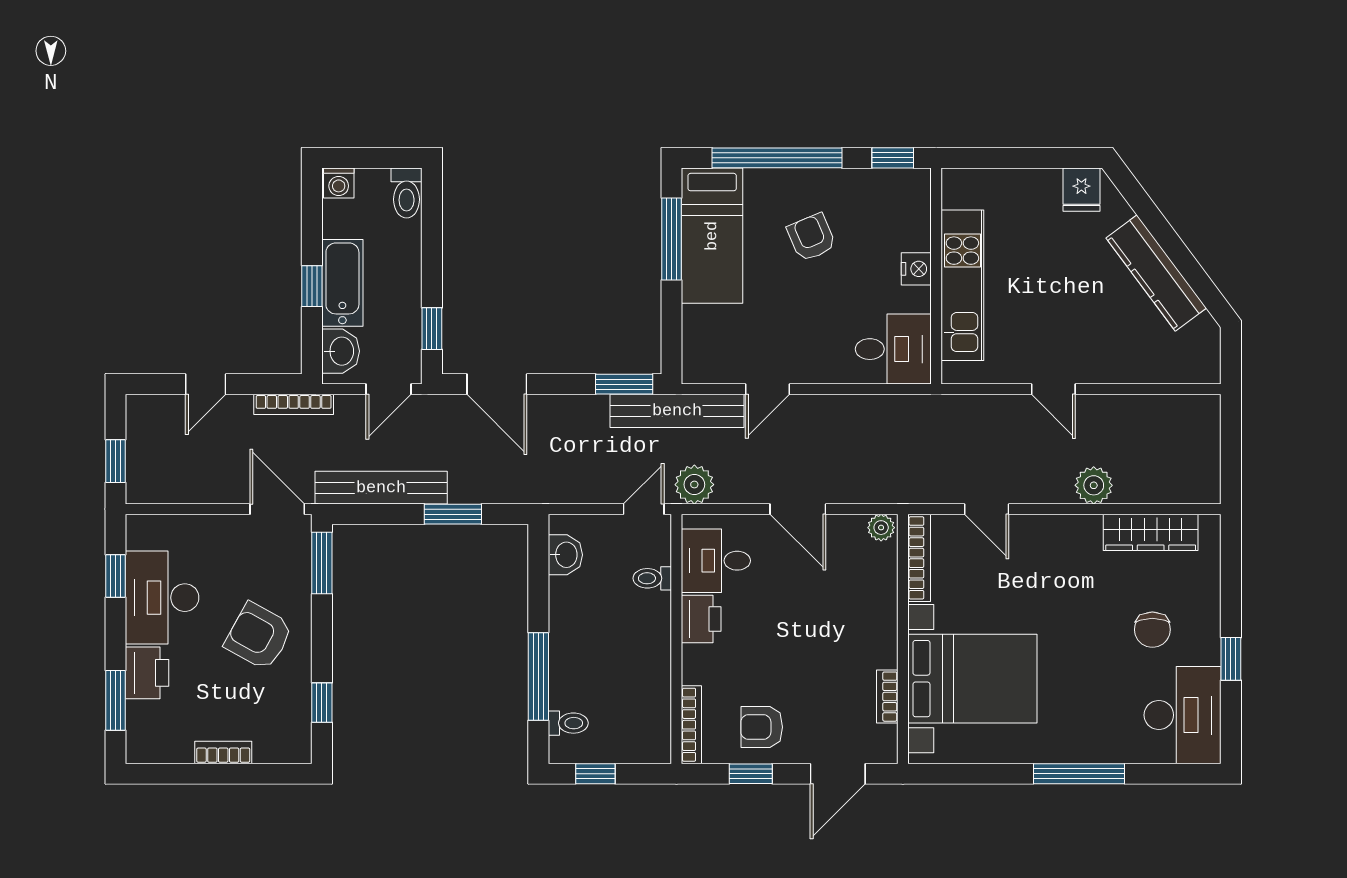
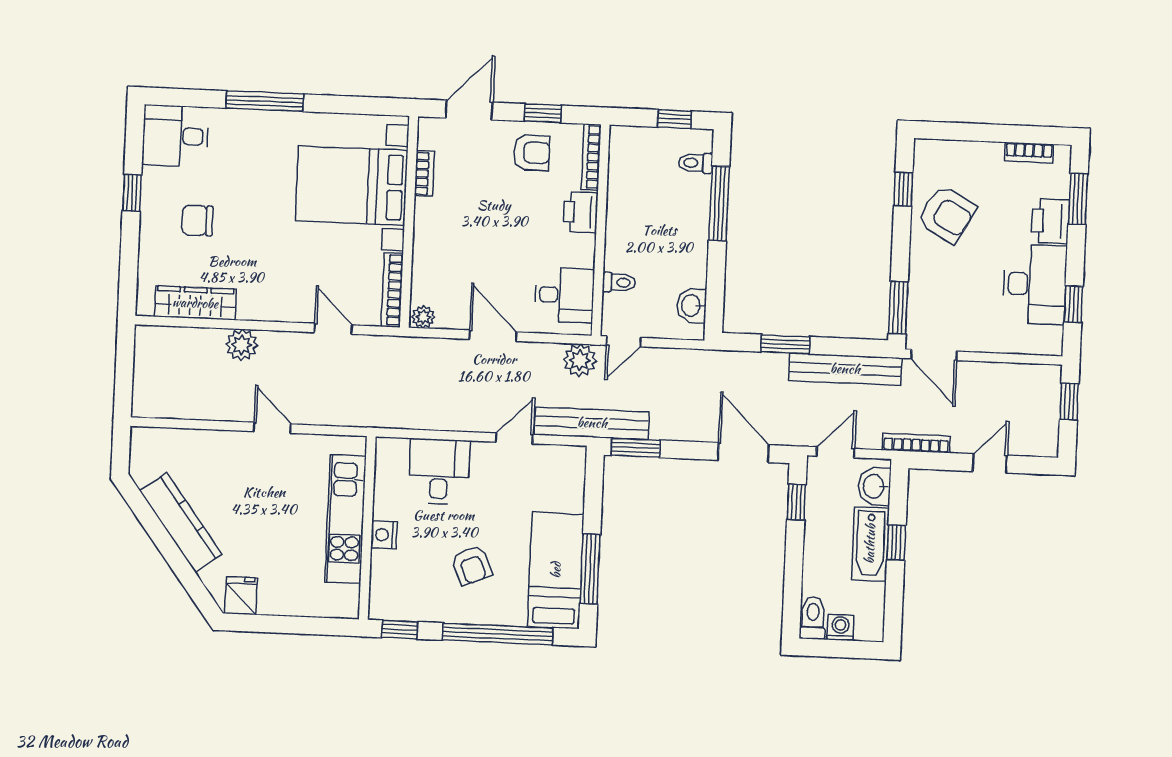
washing machine: (339, 183) -> (840, 628), moved
desk: (893, 349) -> (439, 471), moved, turned 90
printer: (701, 619) -> (581, 212), moved
chair: (1152, 630) -> (197, 220), turned -90
armchair: (259, 636) -> (947, 214), moved
desk: (1183, 715) -> (175, 136), width x0.73
bookcase: (223, 752) -> (1029, 153), moved

